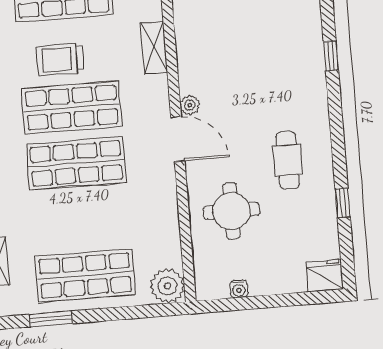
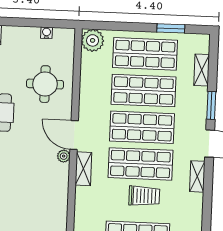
shelving: (154, 48) -> (83, 169), moved
shop shelf: (81, 219) -> (144, 91), added

